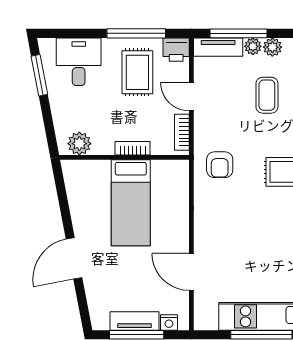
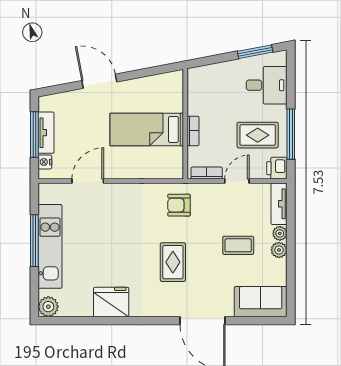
window: (239, 33) -> (291, 221), removed
plant: (79, 144) -> (197, 86), removed

